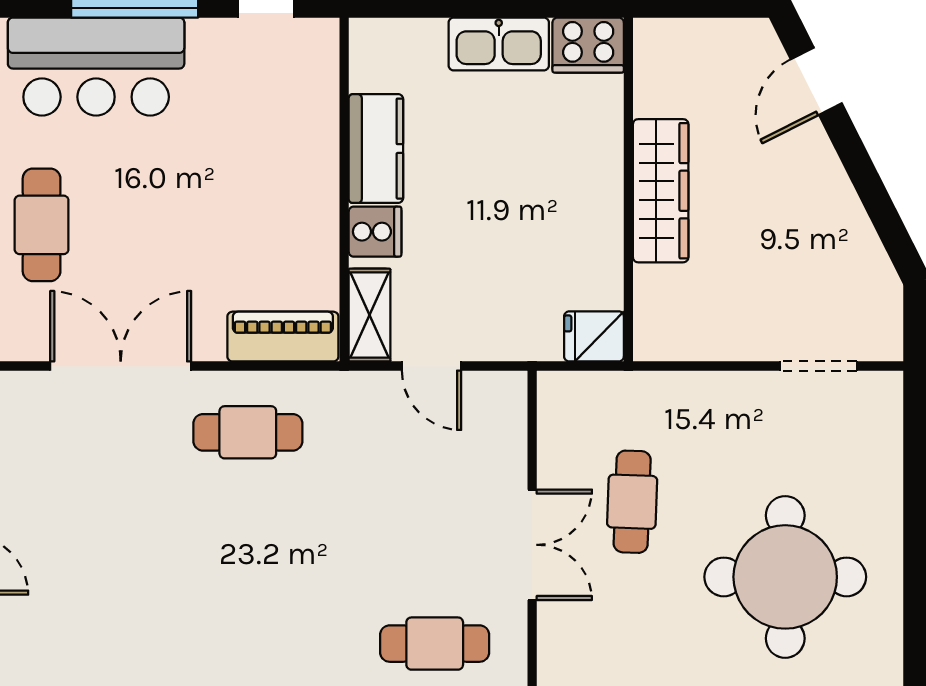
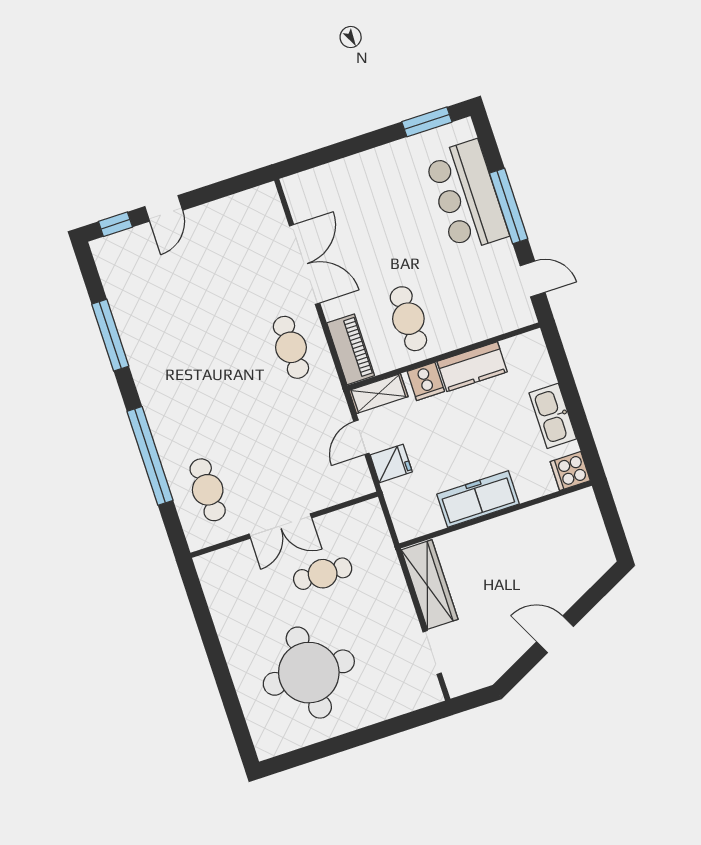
cooker: (588, 45) -> (570, 471), width x0.73
door: (816, 81) -> (555, 634), moved
wardrobe: (661, 191) -> (430, 585), moved, turned -90
freezer: (594, 210) -> (478, 499), added
cafe table: (42, 225) -> (408, 319), moved, turned 90
fridge: (594, 336) -> (391, 463), moved, turned 90

